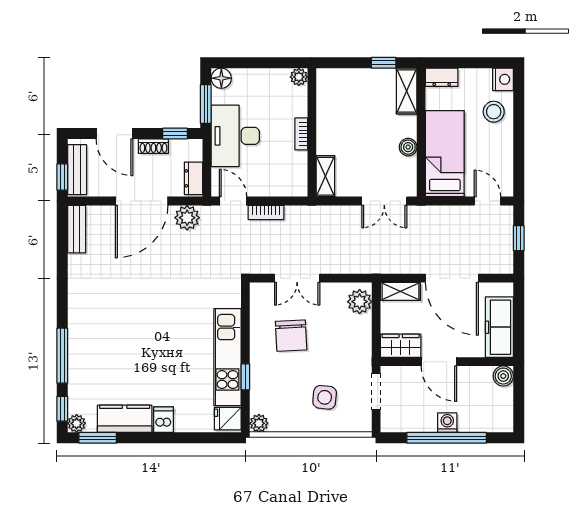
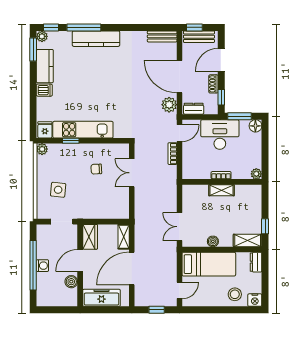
shelving: (325, 176) -> (221, 190), moved
plant: (360, 302) -> (117, 211), removed
kitchen counter: (80, 336) -> (96, 39), added
chair: (291, 336) -> (96, 169), width x0.54, depth x0.54
boiler: (503, 376) -> (71, 282), moved

